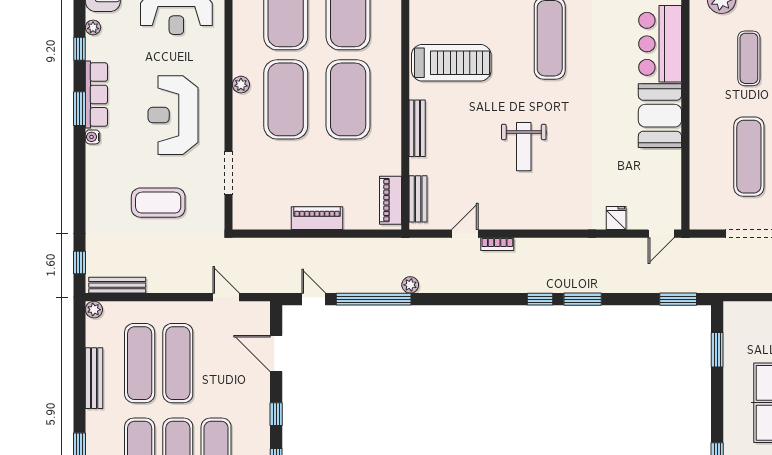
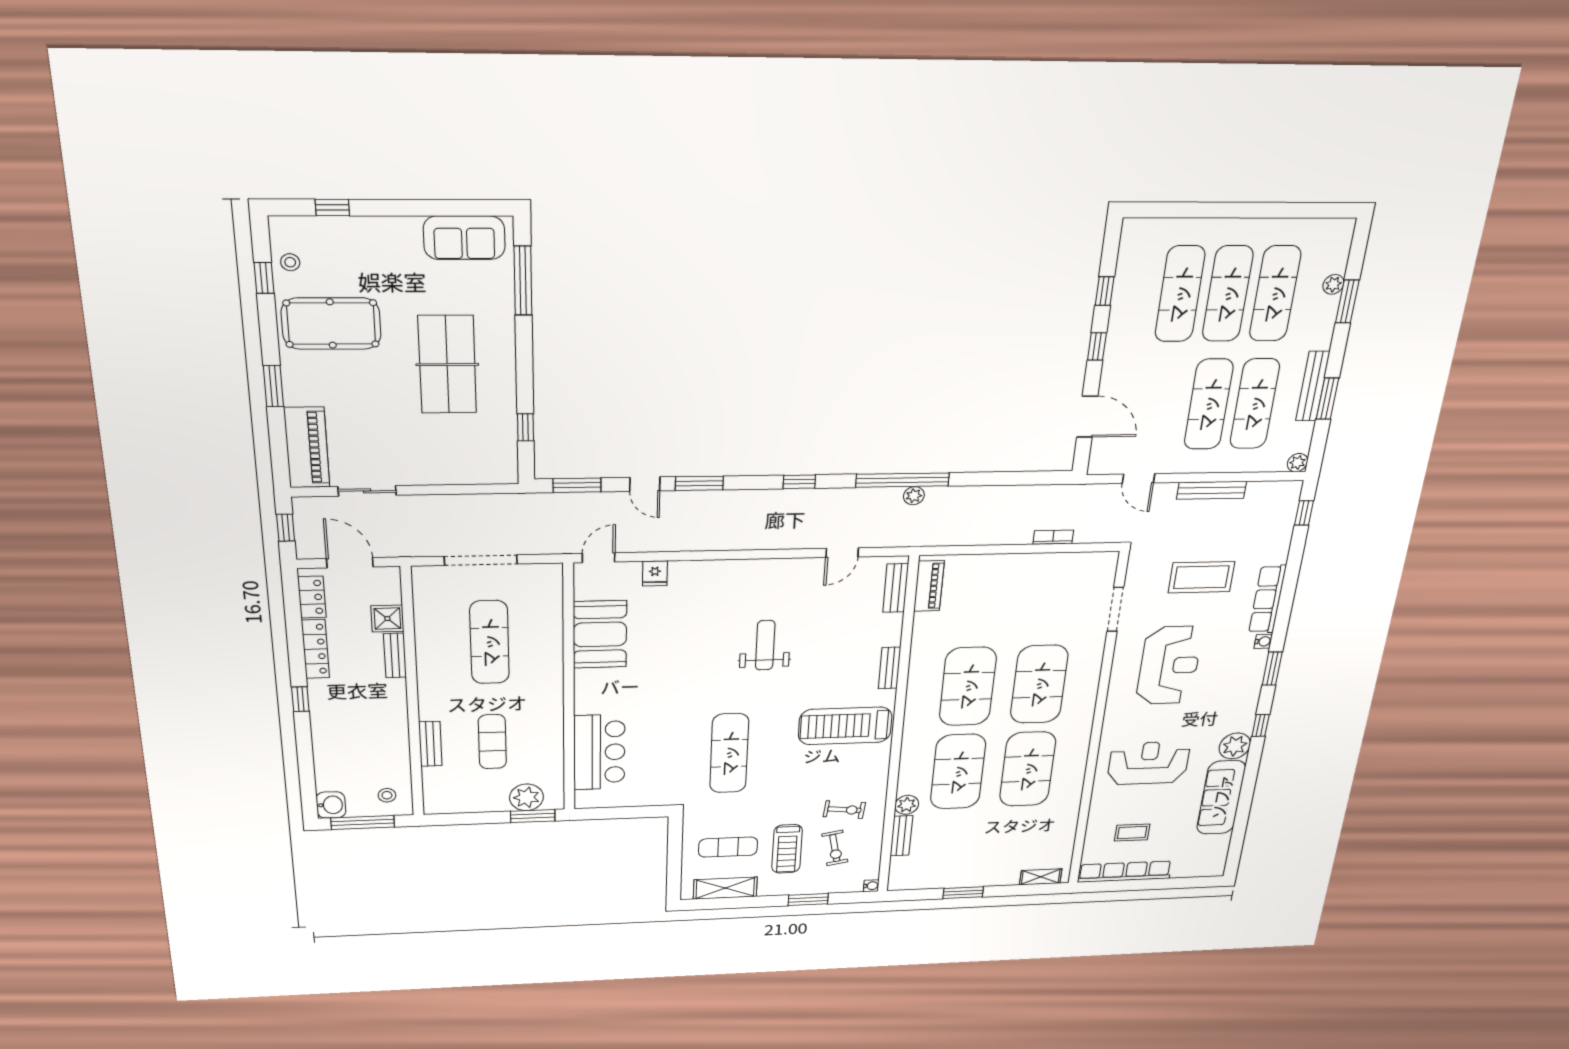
plant: (93, 27) -> (1235, 746), width x1.87, depth x1.87
plant: (241, 85) -> (1088, 697), removed
row of seats: (96, 94) -> (1267, 599), moved
booth: (660, 116) -> (600, 634), moved
bench: (417, 128) -> (890, 668), width x0.73
piano: (317, 218) -> (1018, 565), removed
bookcase: (497, 244) -> (1053, 537), moved
bench: (117, 285) -> (1212, 490), moved
door: (314, 299) -> (645, 484), moved
window: (374, 299) -> (903, 480), moved
window: (540, 299) -> (799, 482), moved
window: (717, 350) -> (525, 427), width x0.67
window: (80, 367) -> (1327, 399), added

